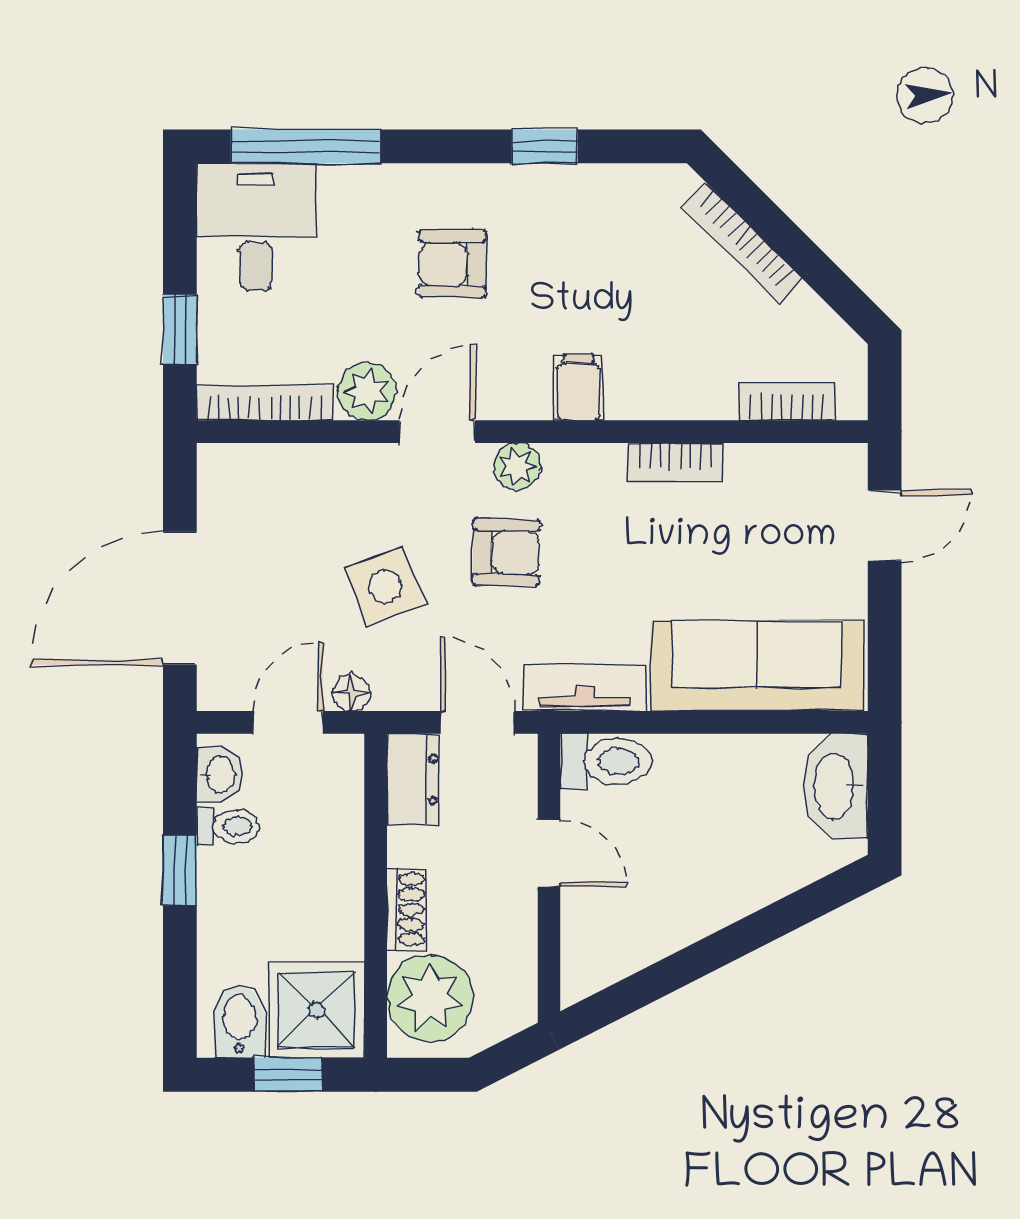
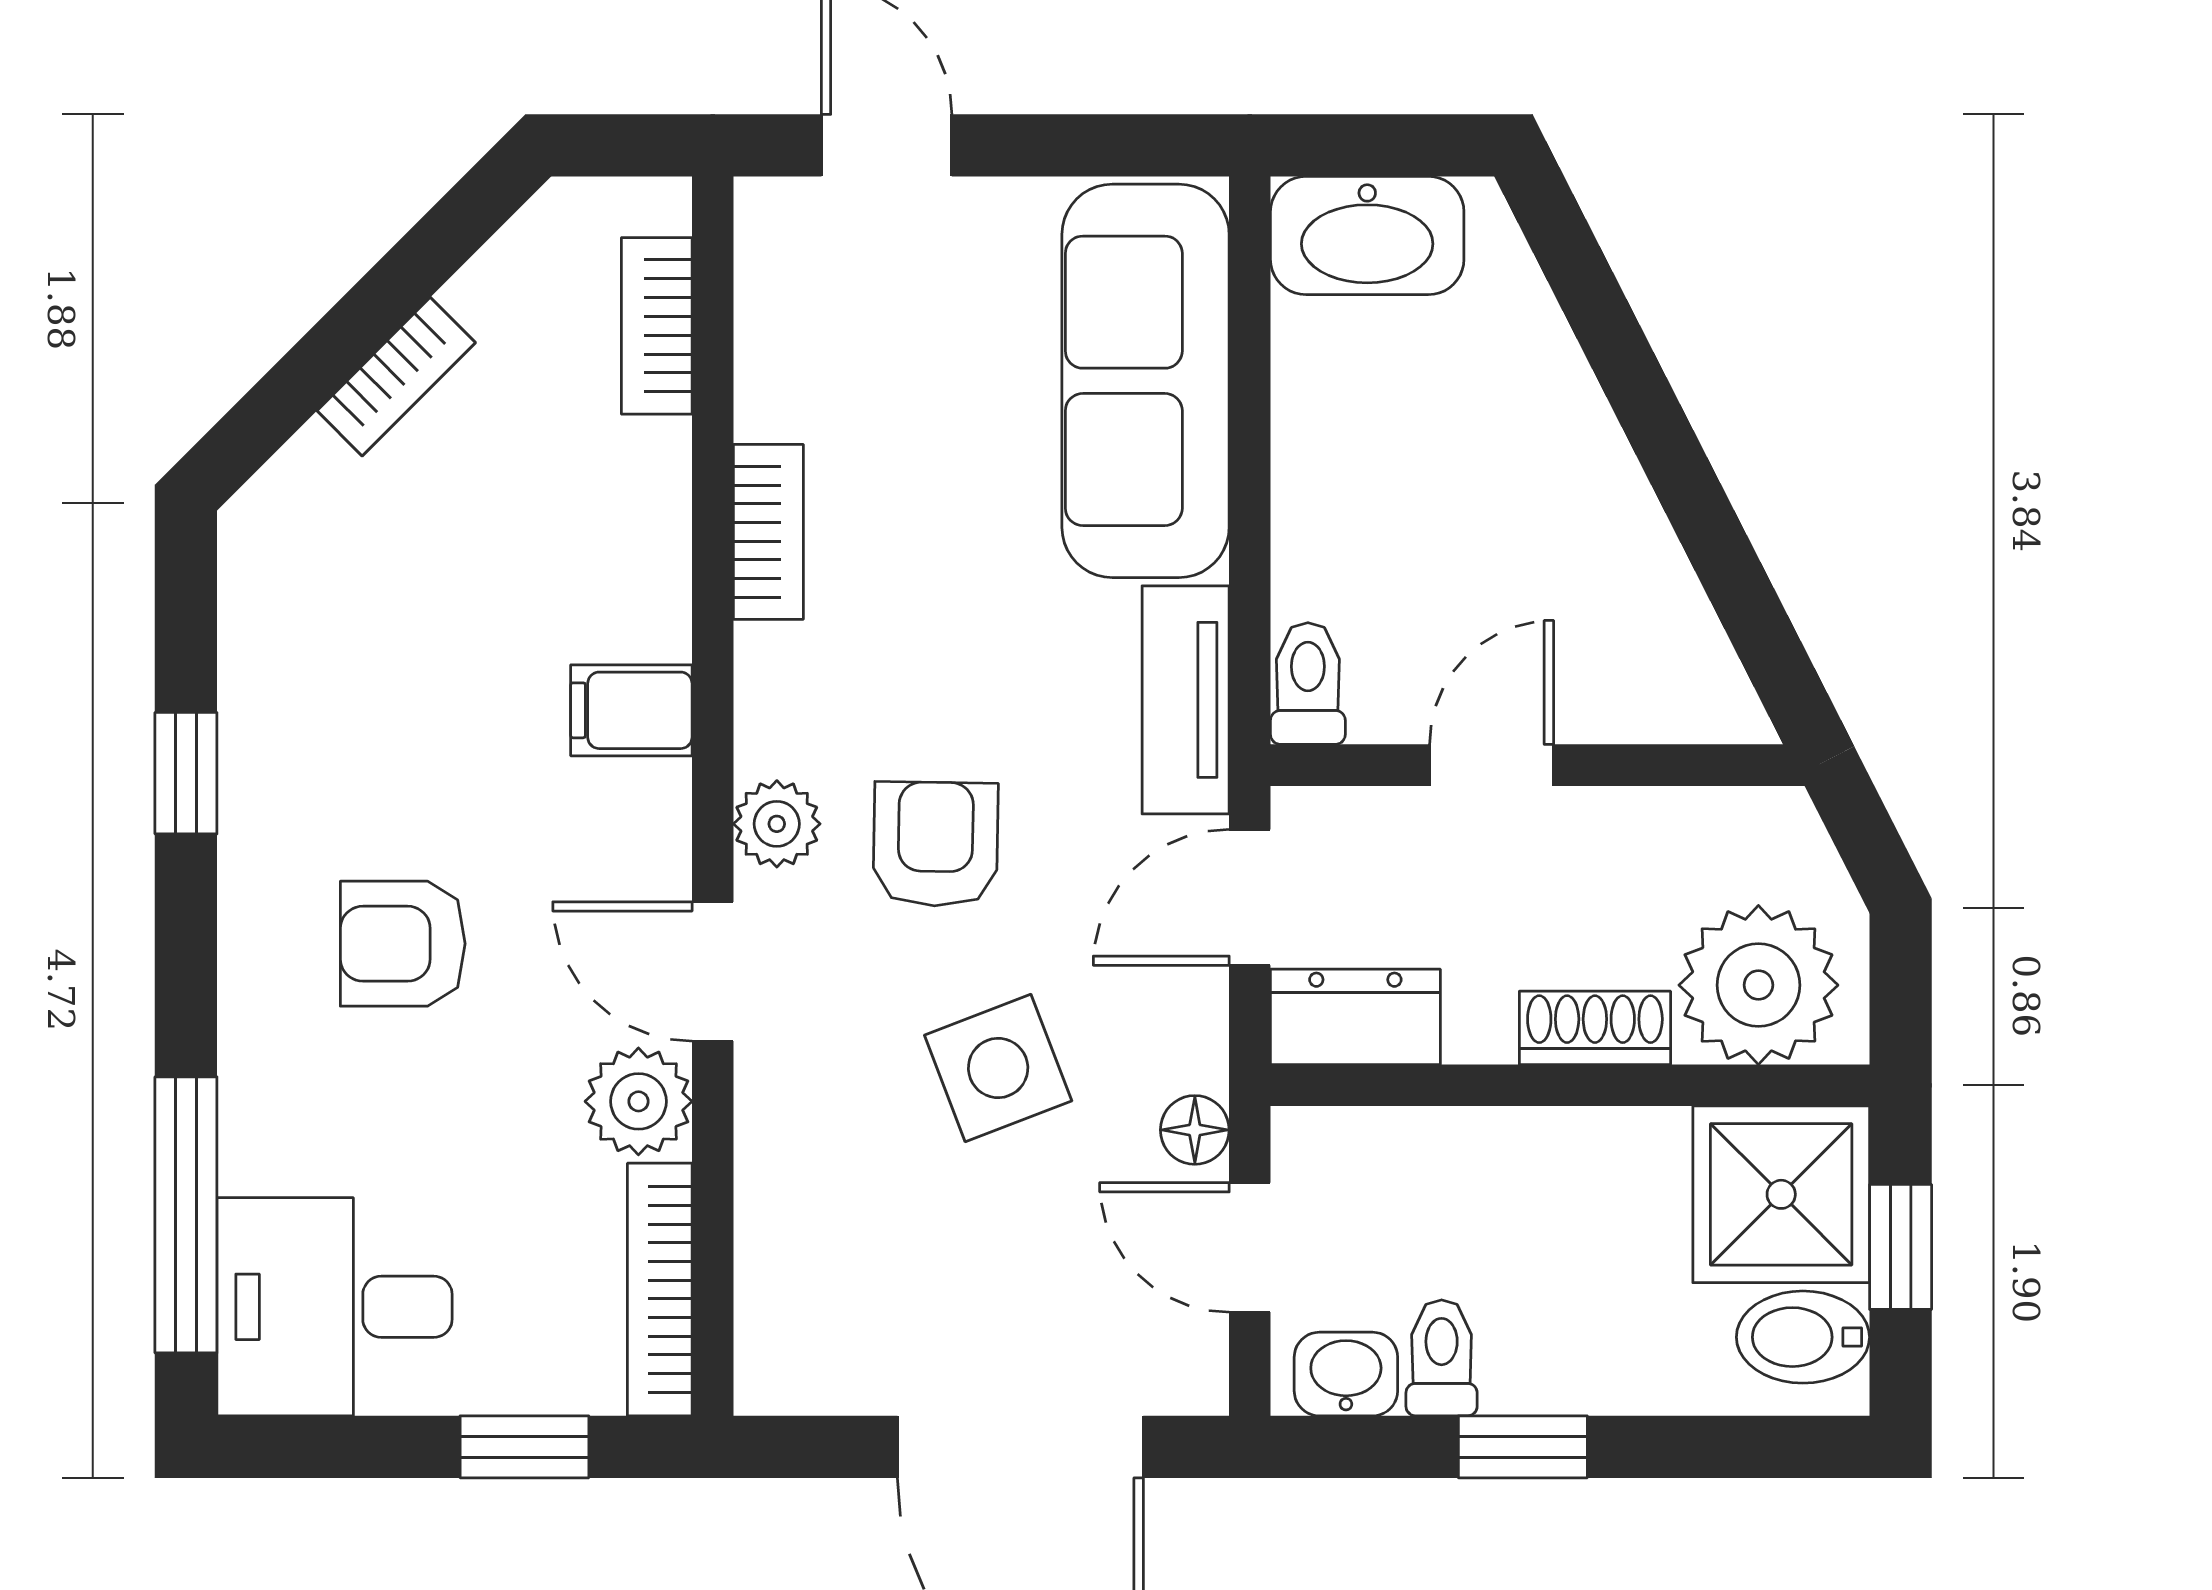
bookcase: (742, 243) -> (396, 377), width x0.64
armchair: (452, 264) -> (403, 944), turned 90
toilet: (606, 761) -> (1308, 684), width x0.73, depth x0.72

